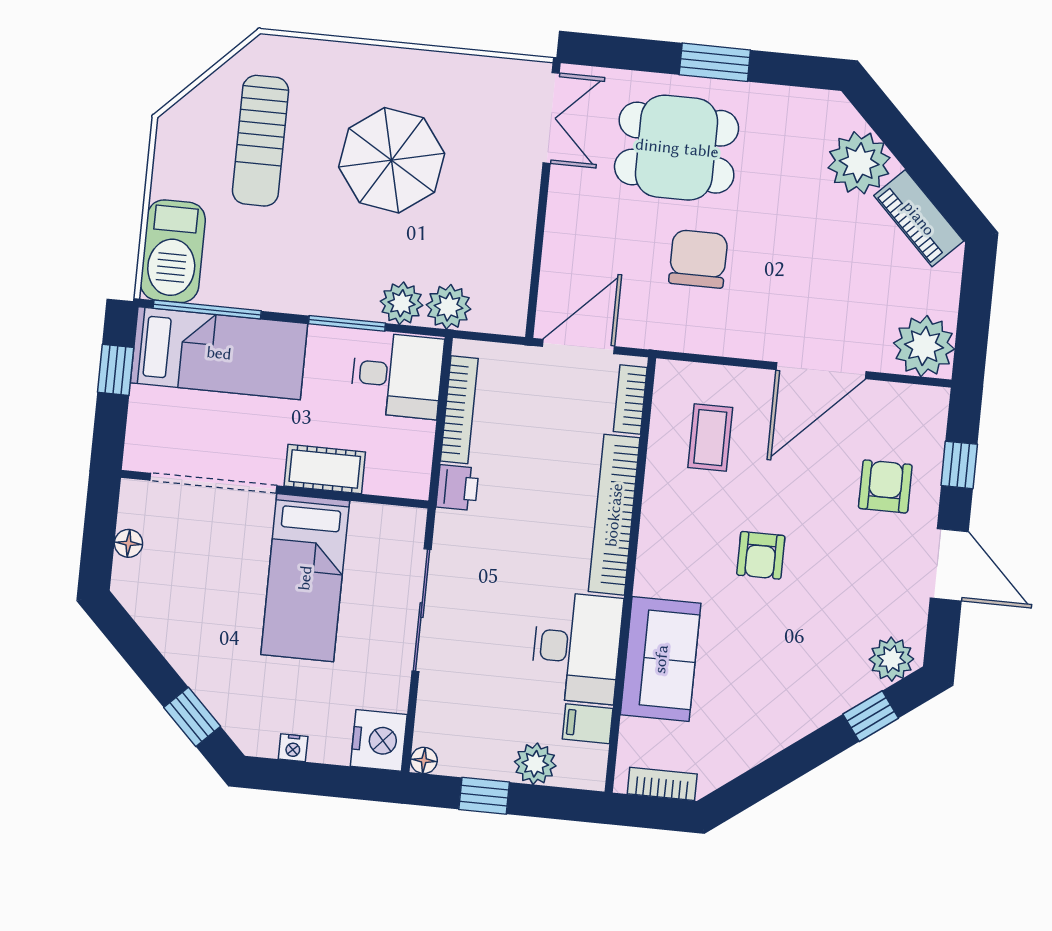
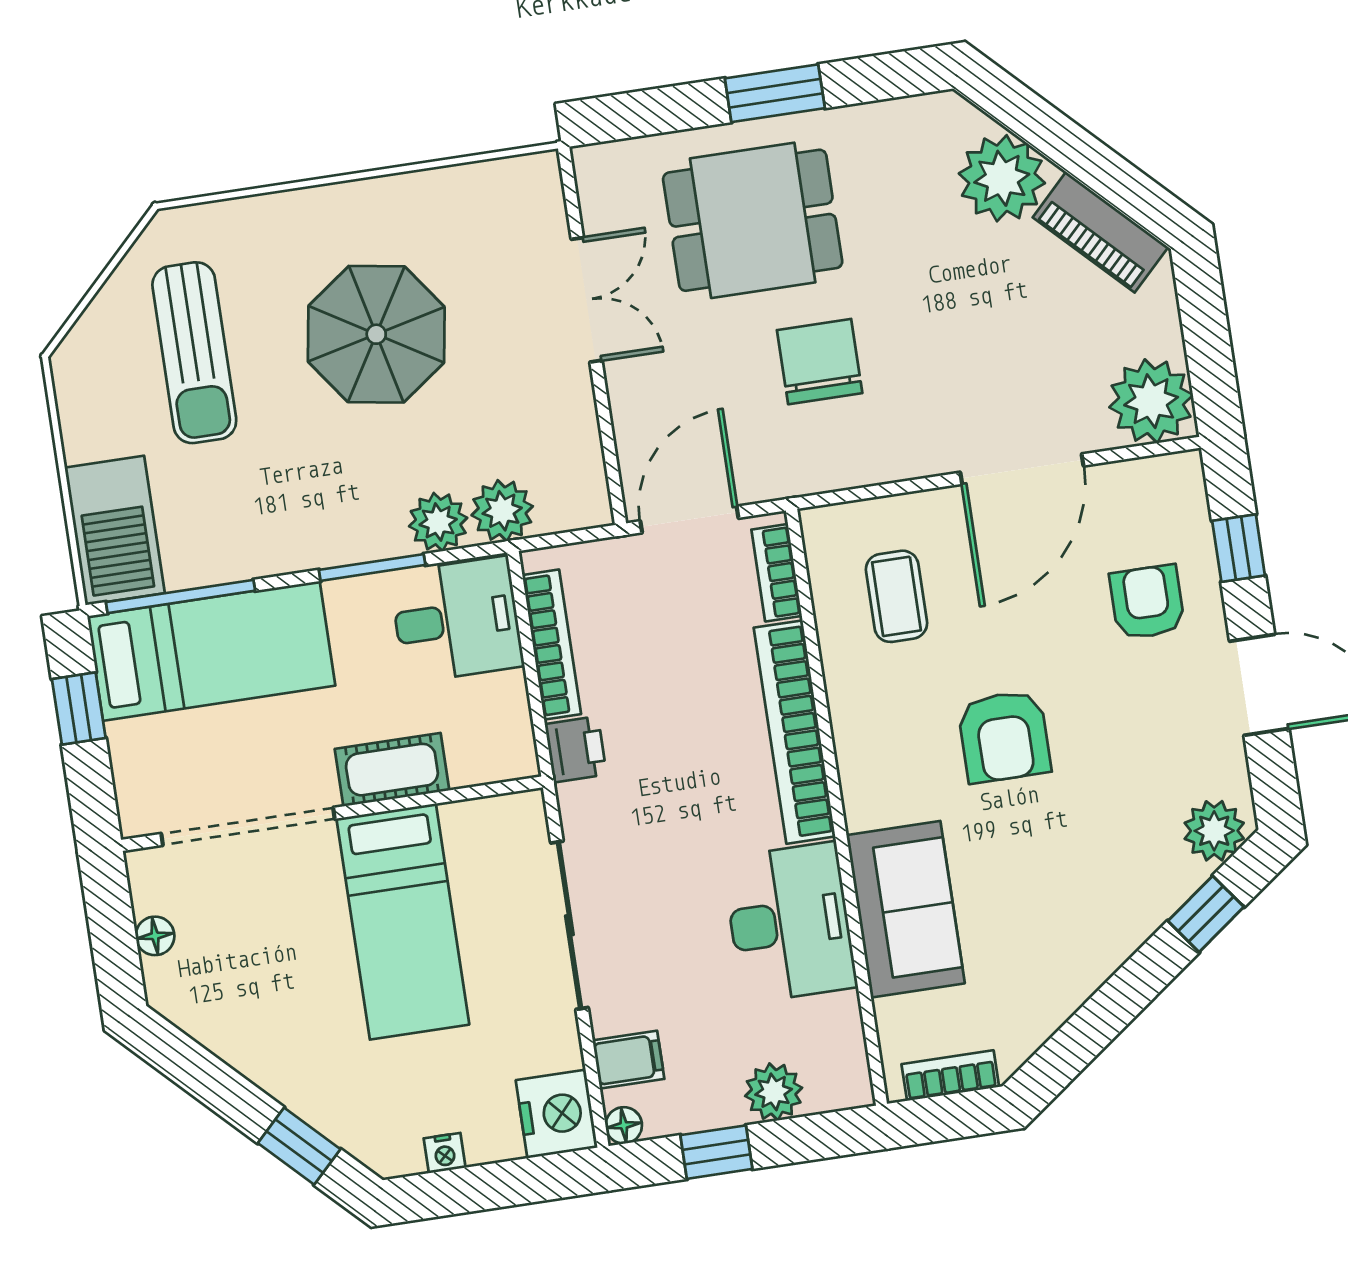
double door: (551, 118) -> (587, 300), moved
armchair: (761, 555) -> (1004, 736), width x1.38, depth x1.38
filing cabinet: (588, 724) -> (628, 1060), moved, turned 180

